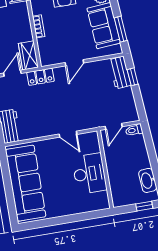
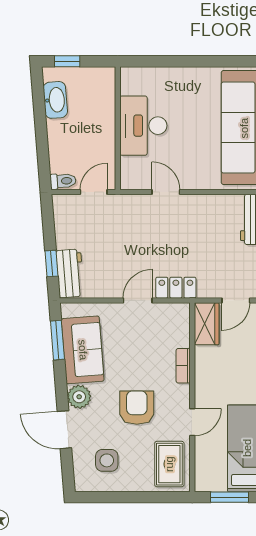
locker: (41, 77) -> (176, 288), moved

